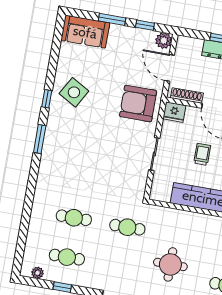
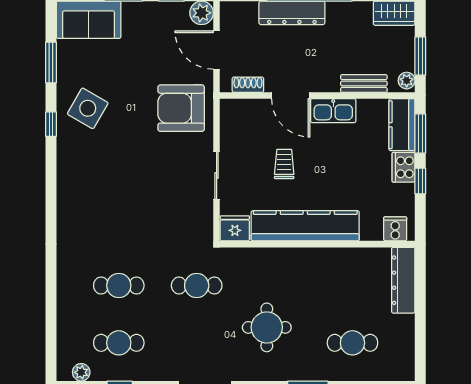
shoe rack: (187, 95) -> (248, 85), width x0.70
fridge: (174, 112) -> (235, 228), moved, turned 180
window: (40, 139) -> (51, 62), moved

